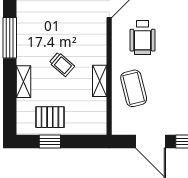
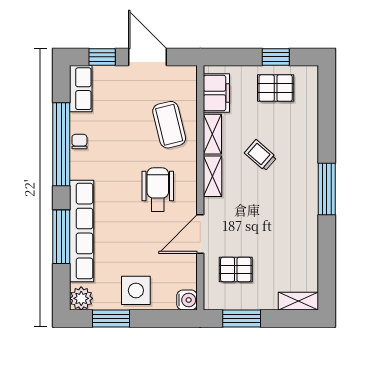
shelving: (24, 82) -> (213, 176), moved
filing cabinet: (97, 113) -> (216, 93), added

